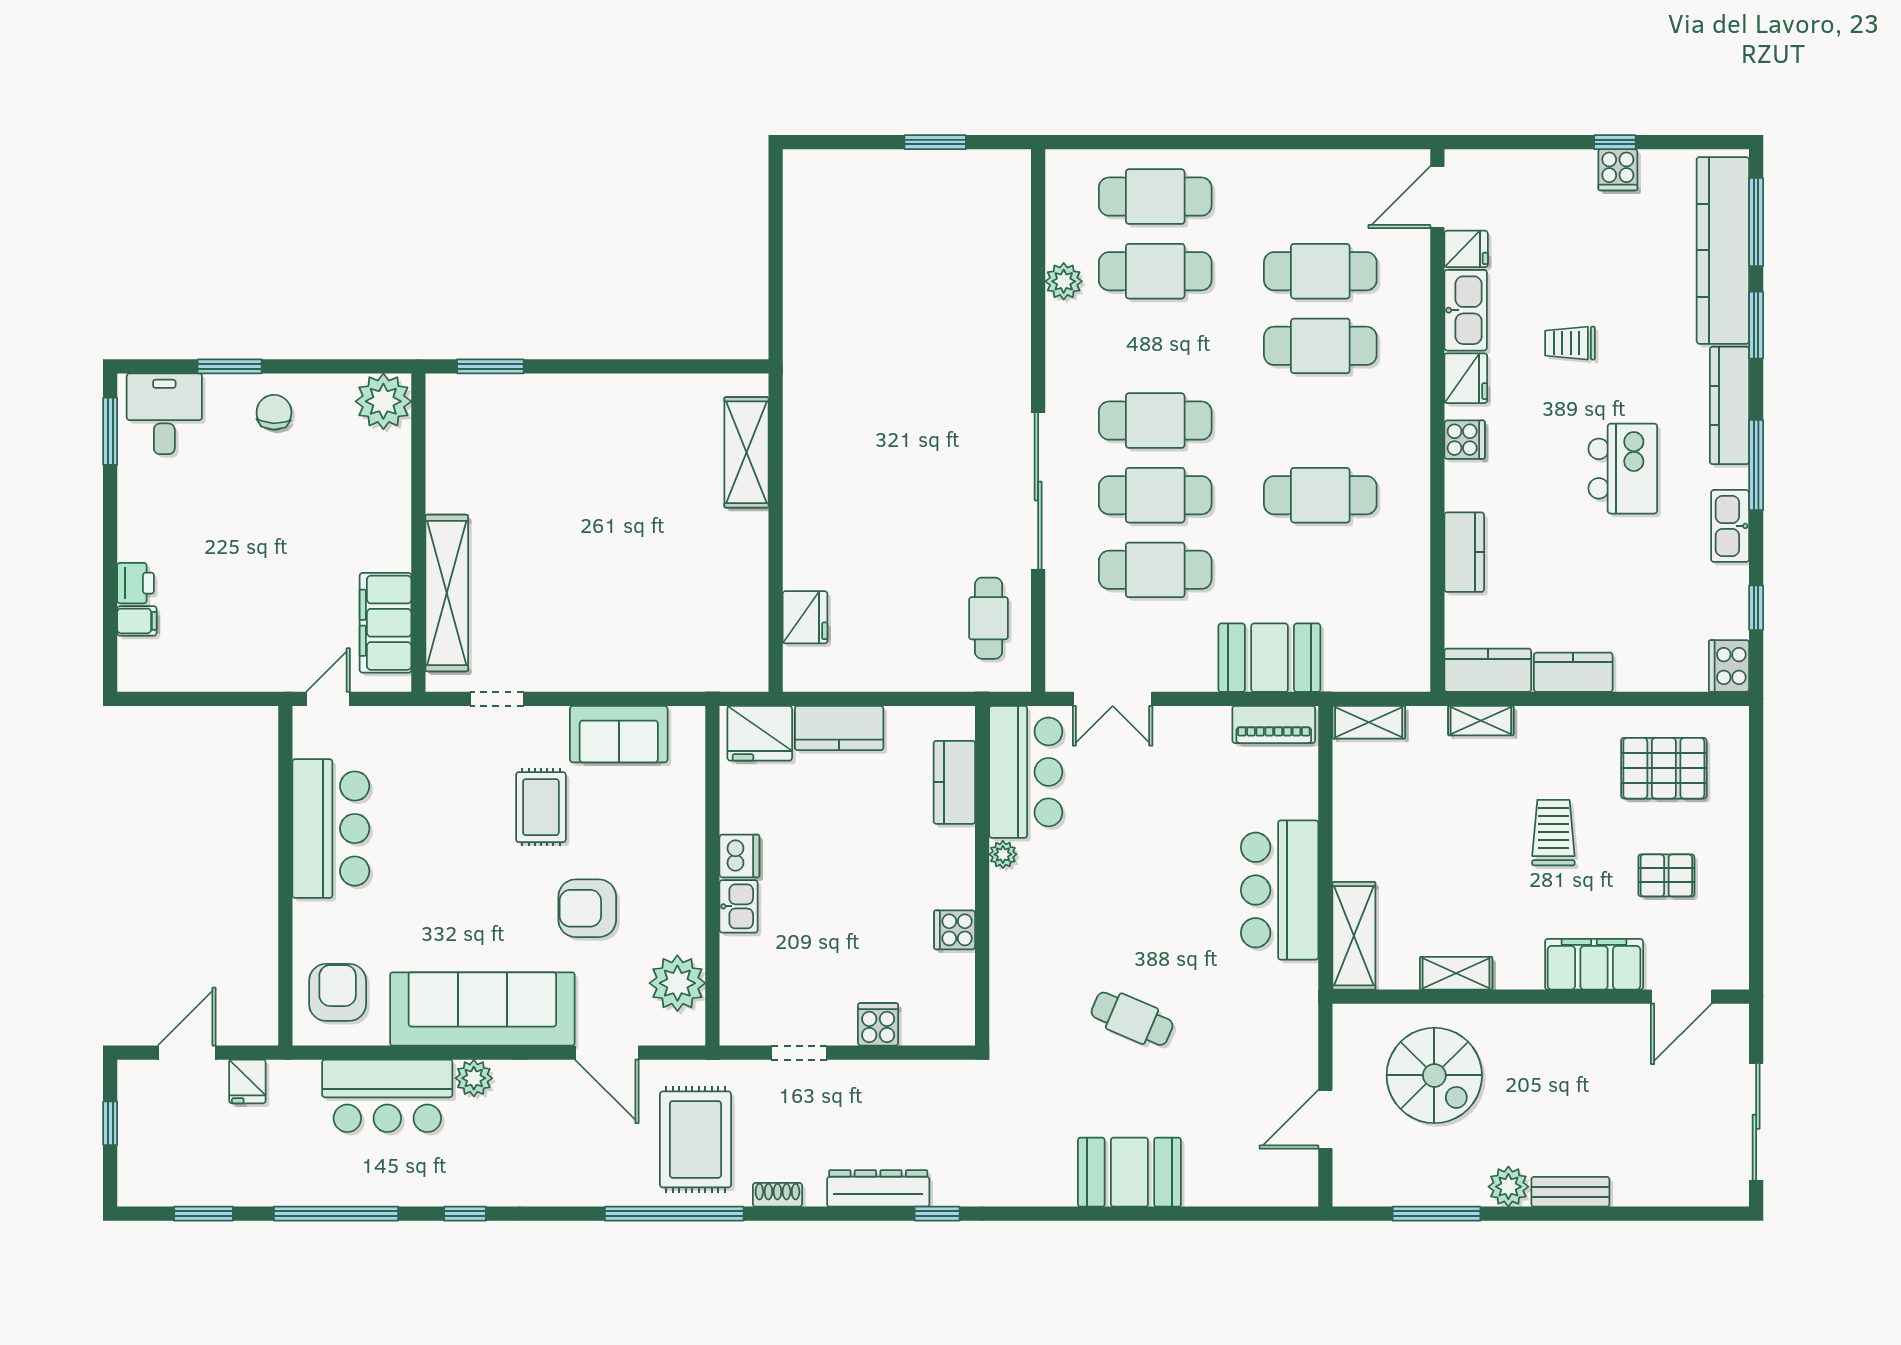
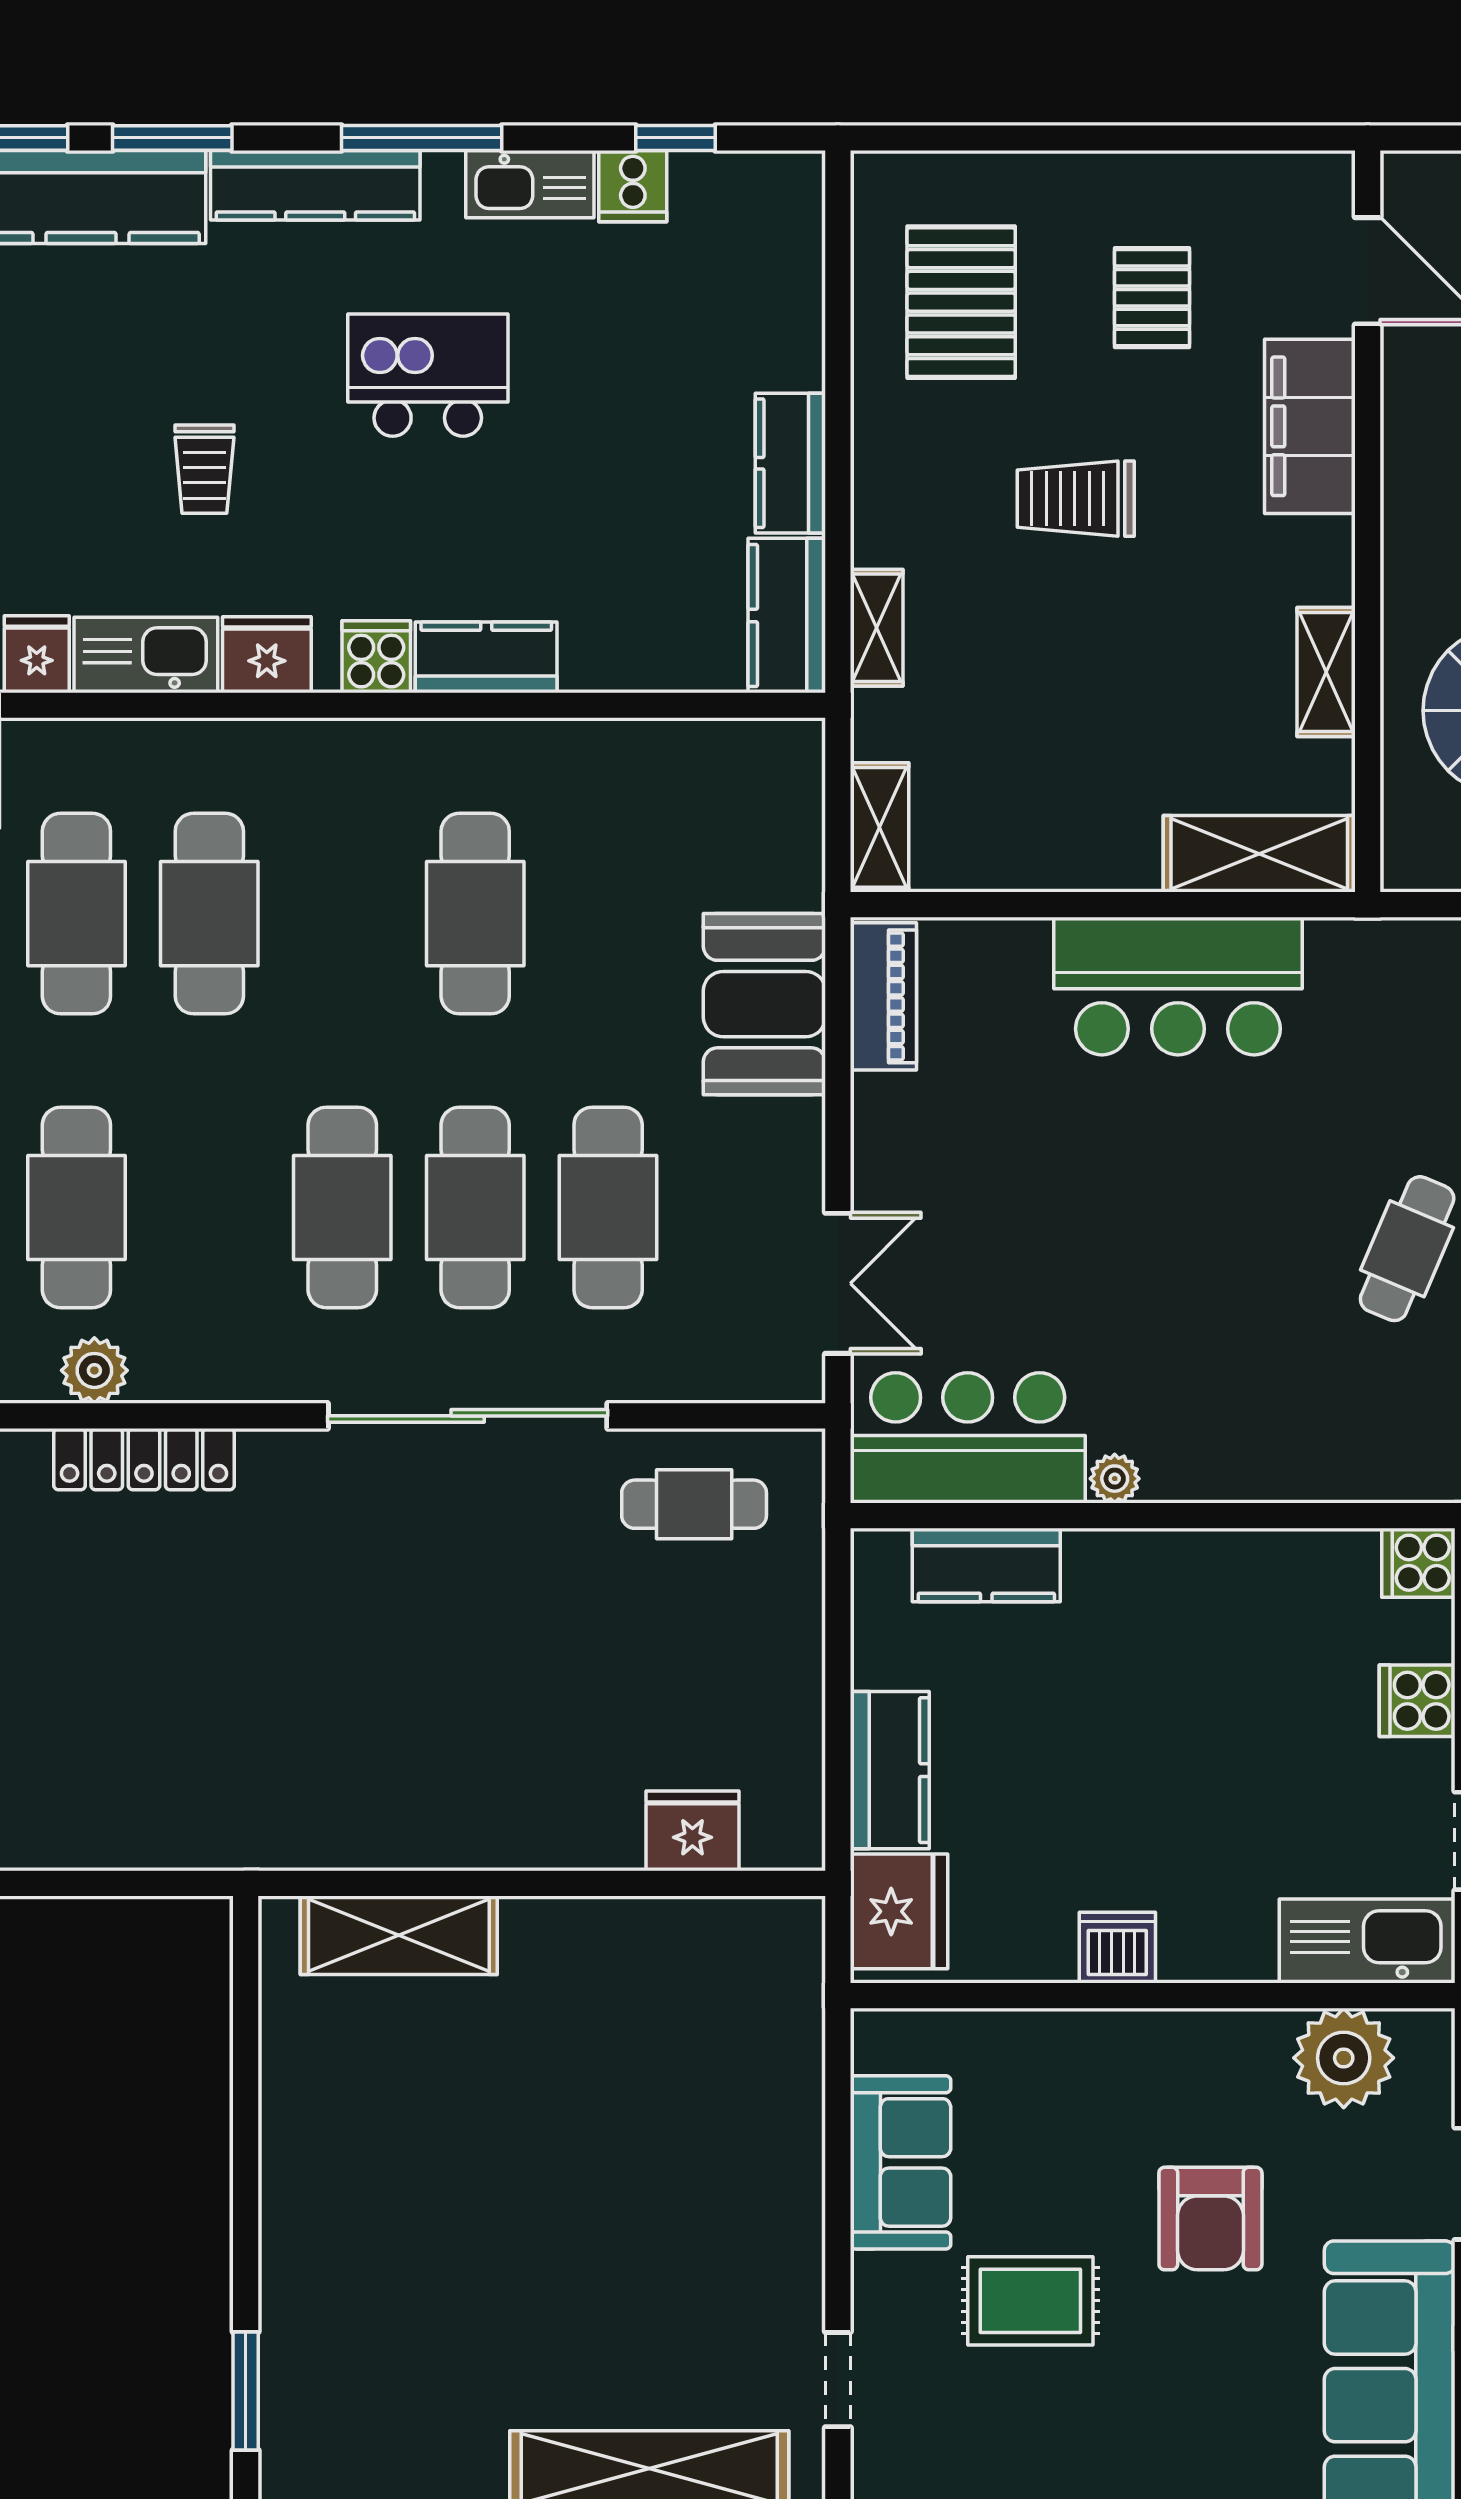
locker: (1014, 309) -> (144, 1459), added
kitchen counter: (1464, 552) -> (486, 657), moved
cooker: (1729, 666) -> (633, 186), moved, width x0.73
kitchen sink: (739, 906) -> (1367, 1941), moved, width x1.88, depth x1.24
cooker: (955, 930) -> (1418, 1563), moved, turned 90

